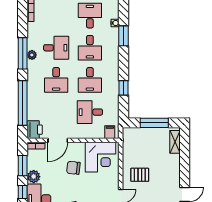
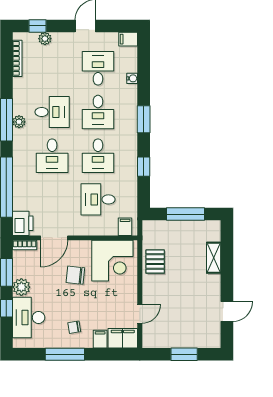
window: (123, 36) -> (144, 119), moved
shelving: (175, 142) -> (214, 258), moved
pallet: (140, 175) -> (155, 262), moved, turned 90

